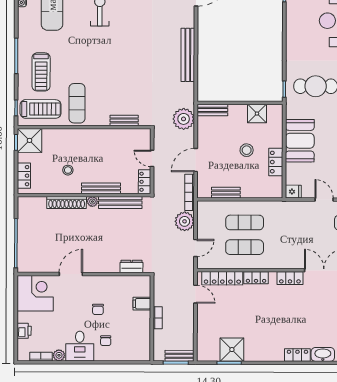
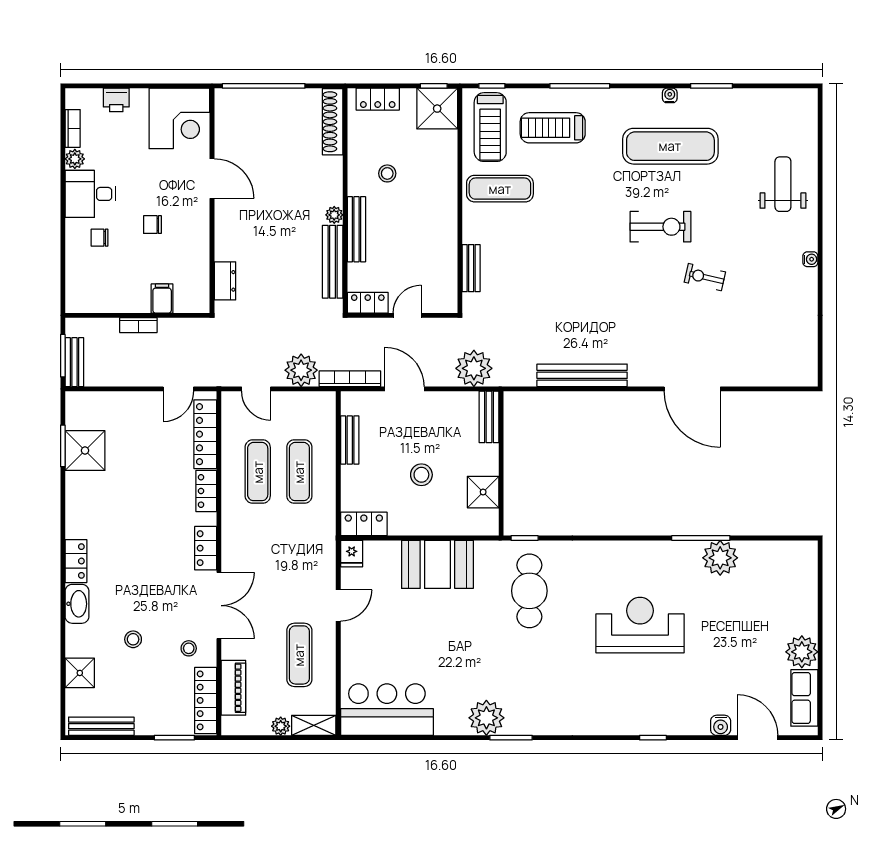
locker: (276, 162) -> (364, 524), moved
shoe rack: (67, 202) -> (333, 122), moved

